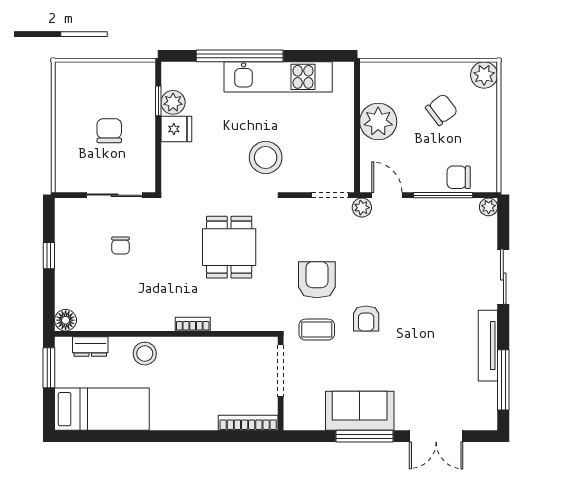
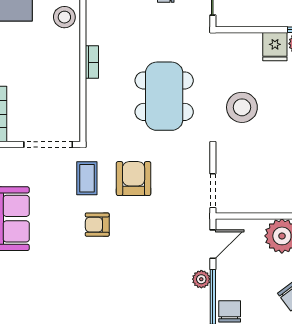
stool: (266, 157) -> (242, 107), moved
plant: (362, 208) -> (201, 279), moved
dining table: (229, 247) -> (164, 96), width x1.38
armchair: (317, 280) -> (134, 179), turned -90

